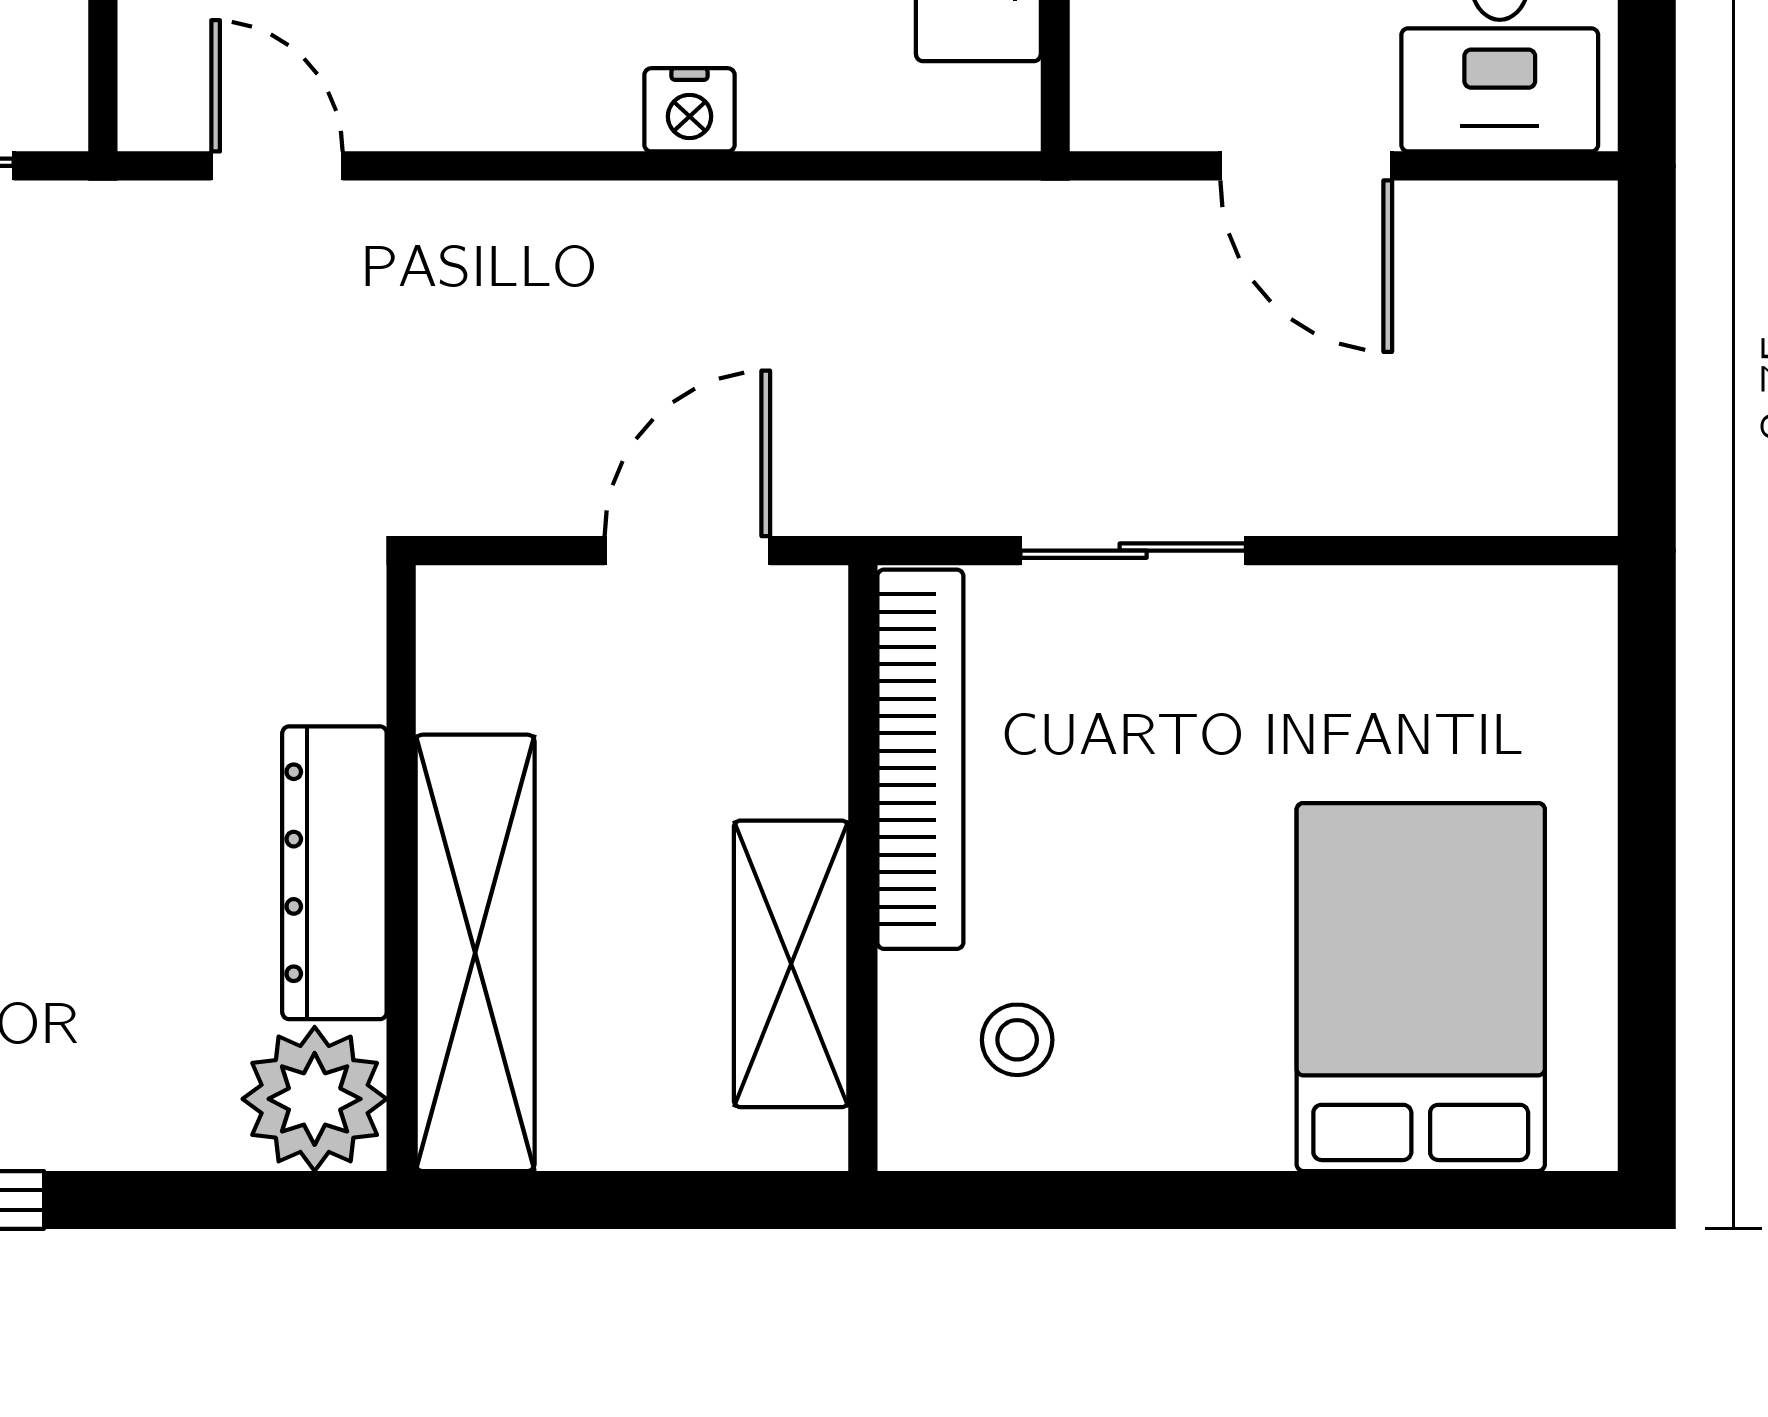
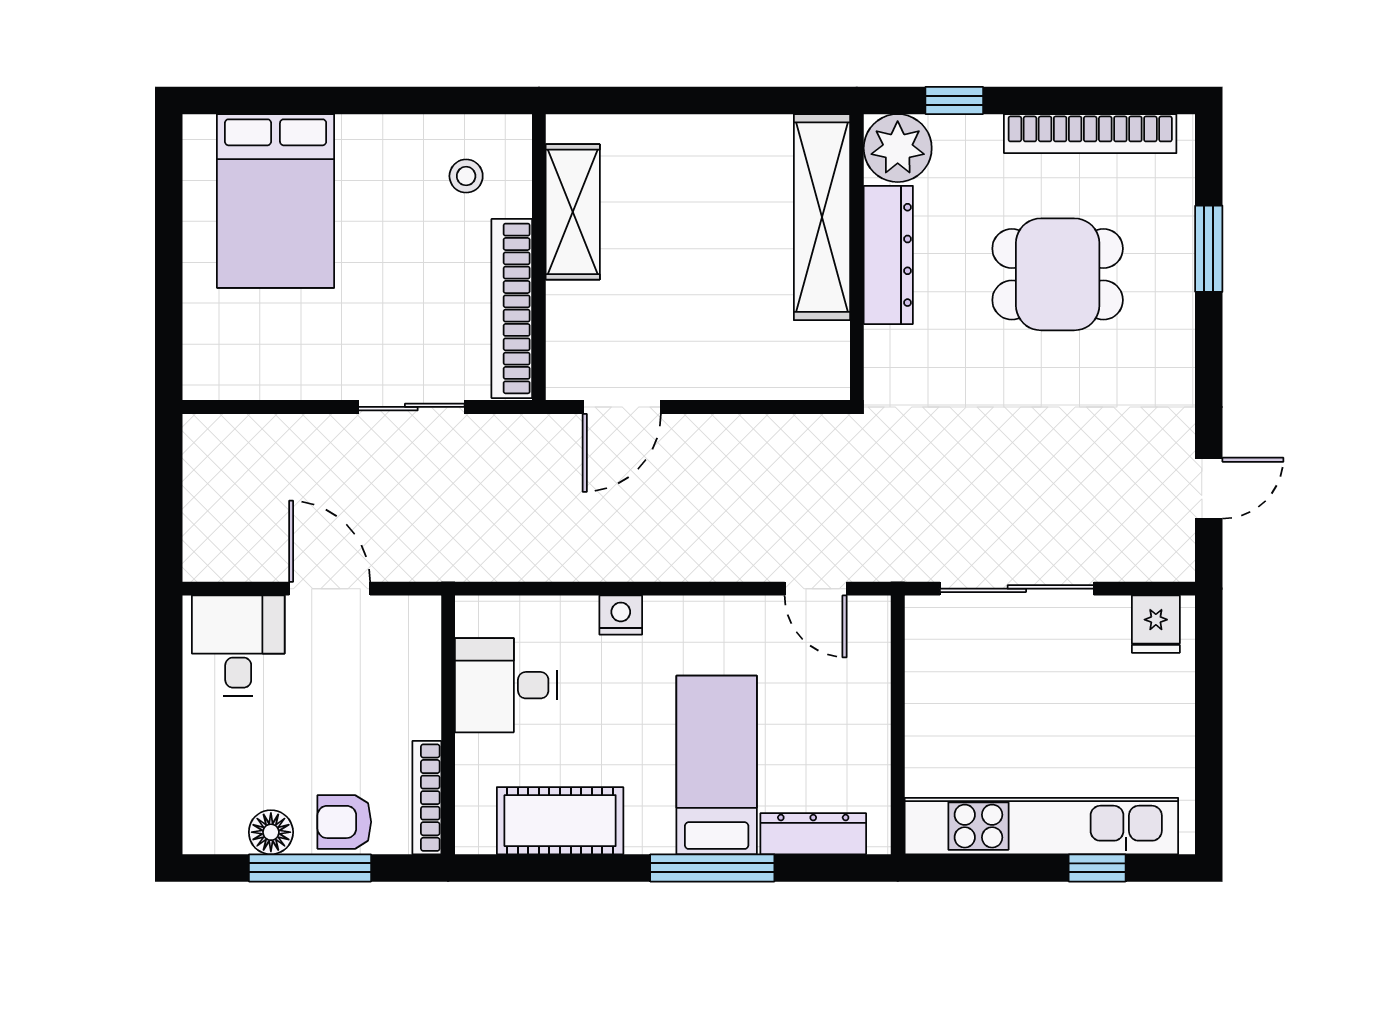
wall: (401, 868) -> (857, 257), moved
dresser: (334, 873) -> (888, 255), moved
shelving: (475, 953) -> (822, 217), moved
plant: (315, 1099) -> (898, 148), moved

